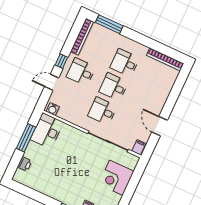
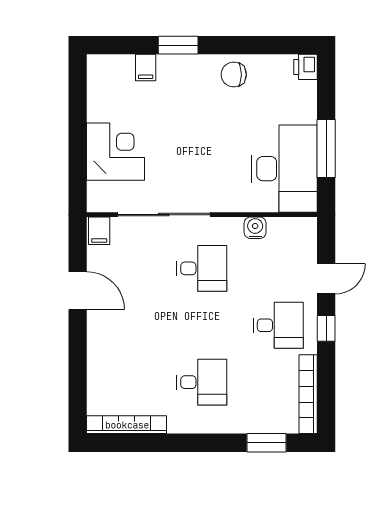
window: (109, 24) -> (266, 443), width x0.69
desk: (114, 87) -> (202, 325), removed
water cooler: (53, 109) -> (255, 228), moved
desk: (47, 131) -> (284, 169), width x1.36, depth x1.30
printer: (25, 164) -> (305, 67), moved
chair: (51, 187) -> (234, 75), added

